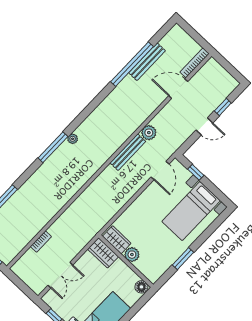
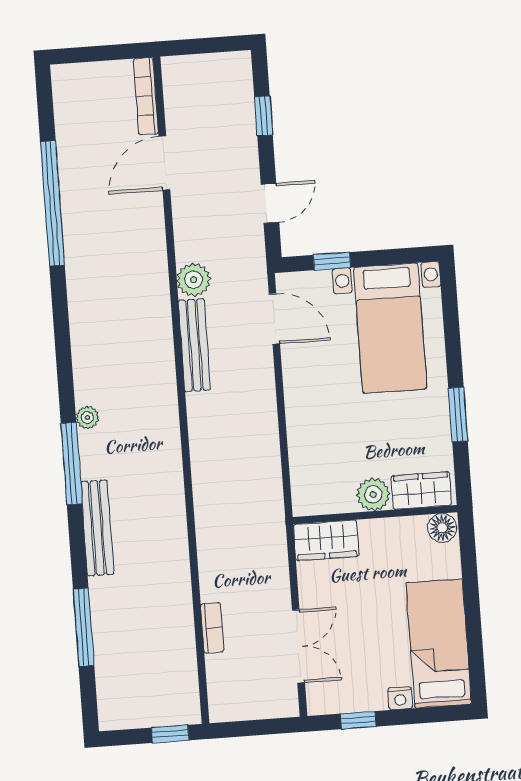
bench: (147, 62) -> (97, 528), moved
door: (204, 126) -> (270, 203), moved
wardrobe: (117, 240) -> (421, 491), moved

